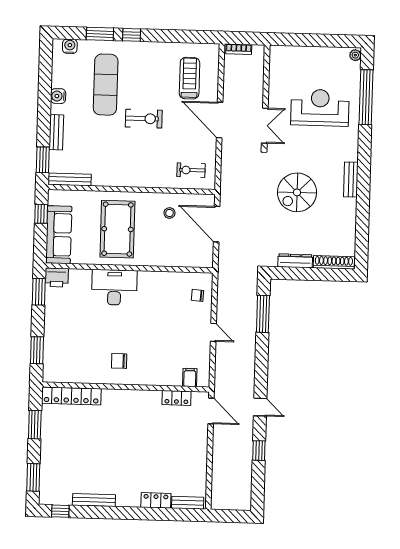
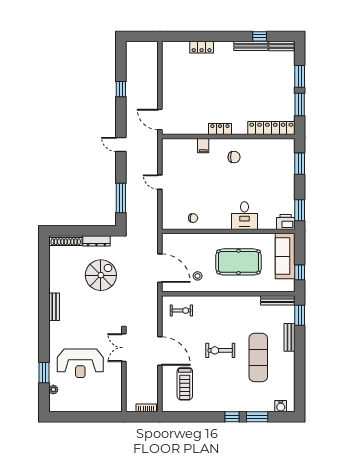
plant: (355, 55) -> (53, 390), moved
exercise mat: (106, 85) -> (258, 357), moved
water cooler: (58, 96) -> (289, 366), removed
window: (366, 97) -> (44, 373), width x0.47
spiral stairs: (297, 192) -> (101, 275), moved
pool table: (117, 229) -> (239, 262), turned 90
desk: (114, 287) -> (244, 216), width x0.73
chair: (198, 295) -> (193, 218), moved
filing cabinet: (190, 377) -> (203, 146), moved
locker: (177, 398) -> (220, 129), moved
door: (260, 407) -> (121, 144), moved
window: (33, 477) -> (300, 76), moved
bench: (188, 503) -> (281, 46), moved
window: (60, 511) -> (260, 36), moved

